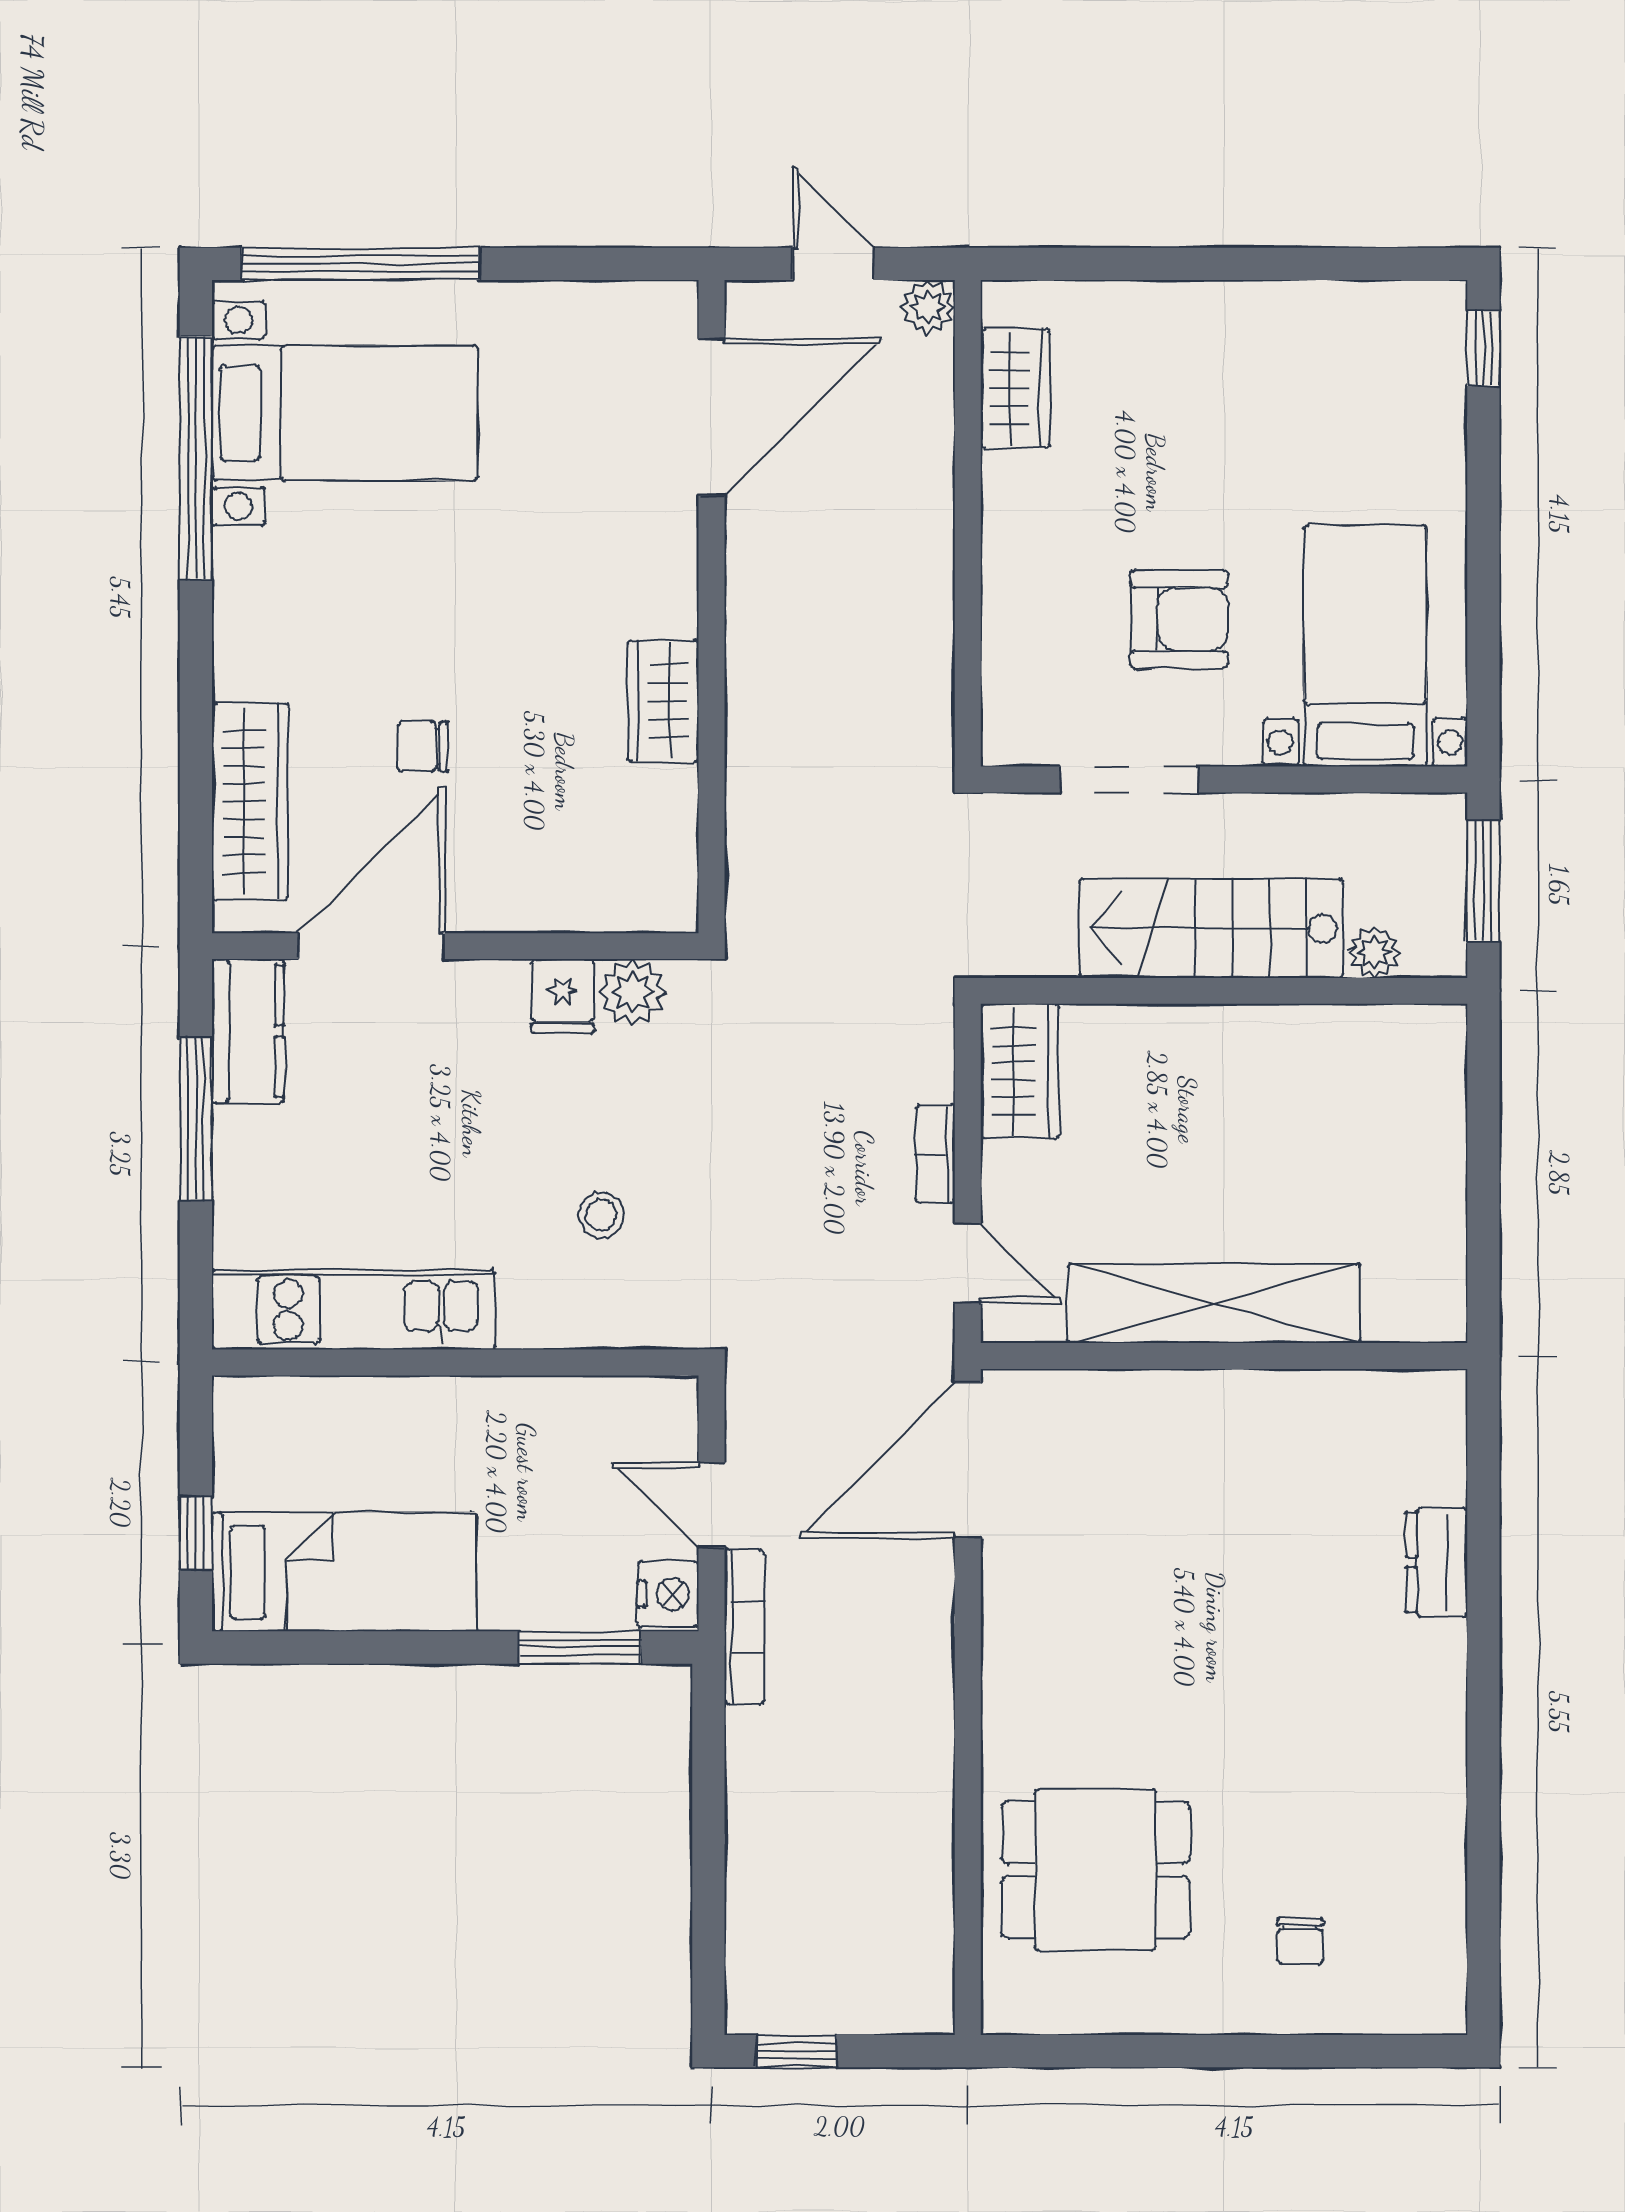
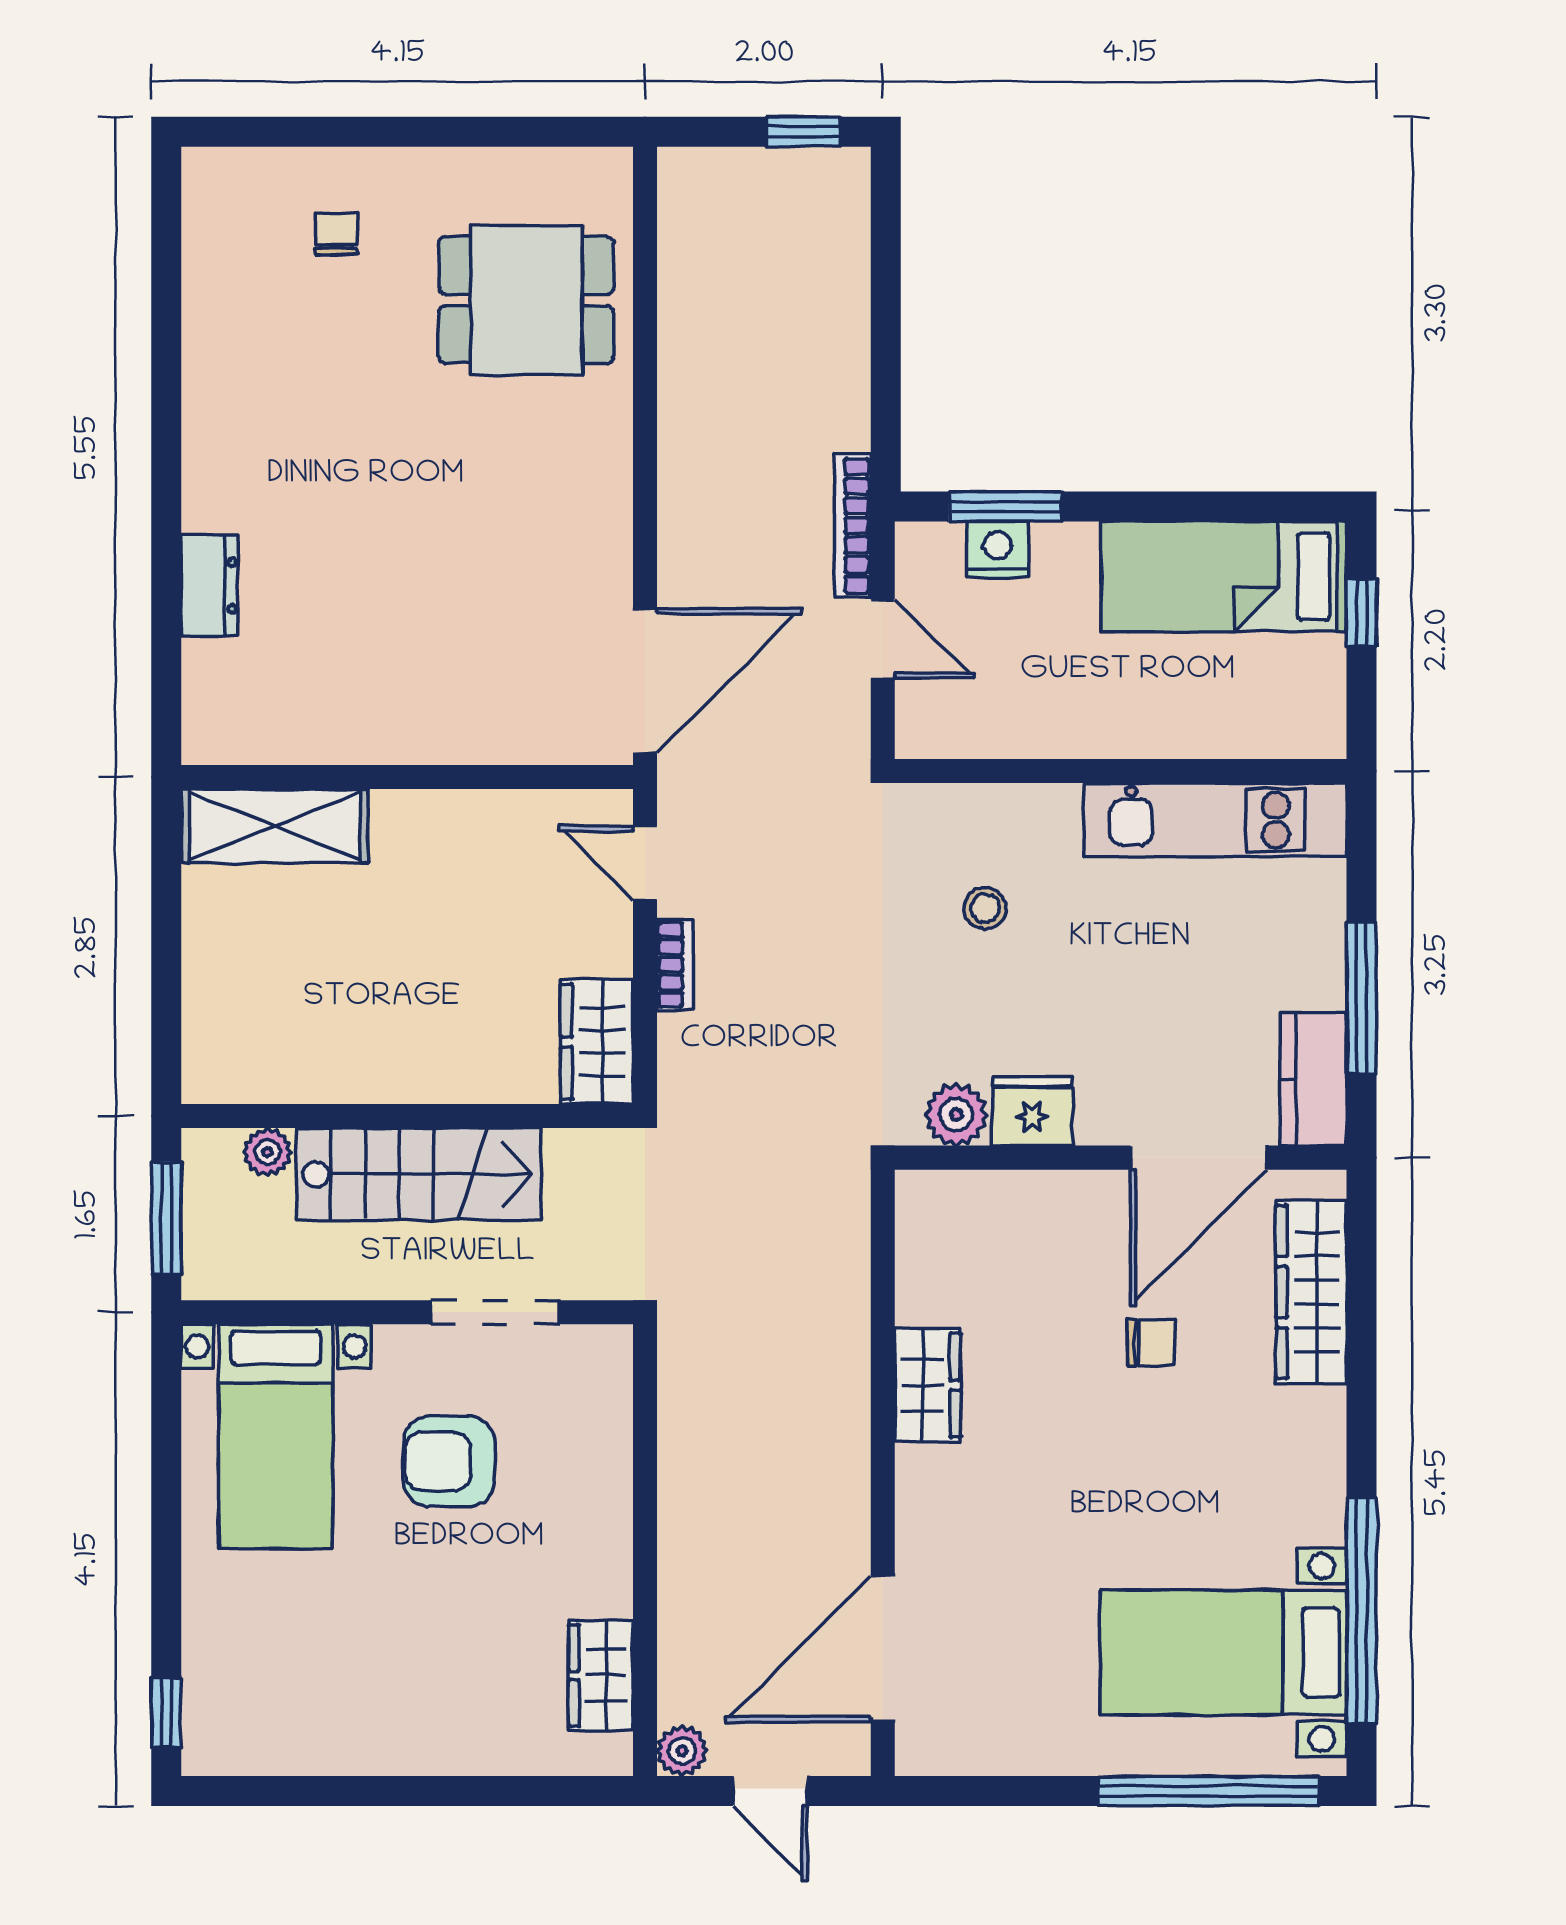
fridge: (563, 996) -> (1032, 1111), width x1.38
shelving: (1214, 1303) -> (275, 826), moved, width x0.68
nightstand: (668, 1594) -> (997, 550), moved, turned 90

